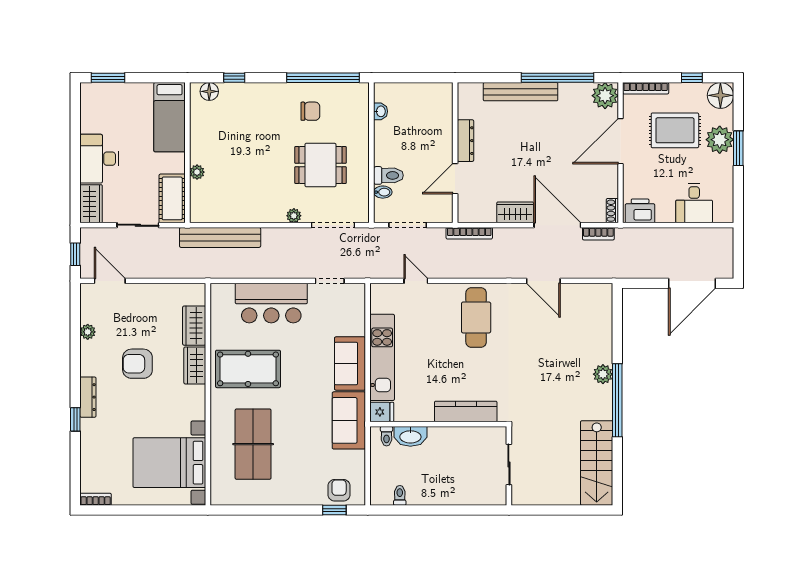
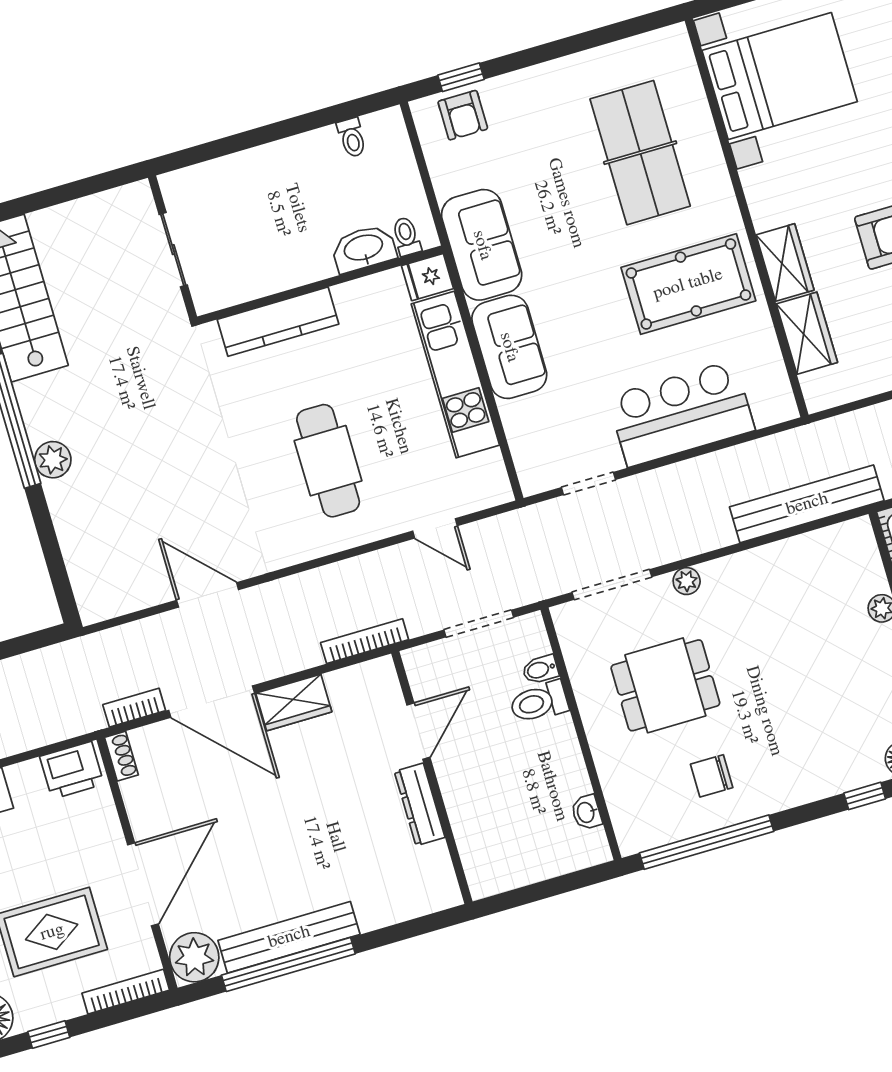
bench: (521, 92) -> (289, 937), moved
cafe table: (476, 317) -> (328, 461), moved

